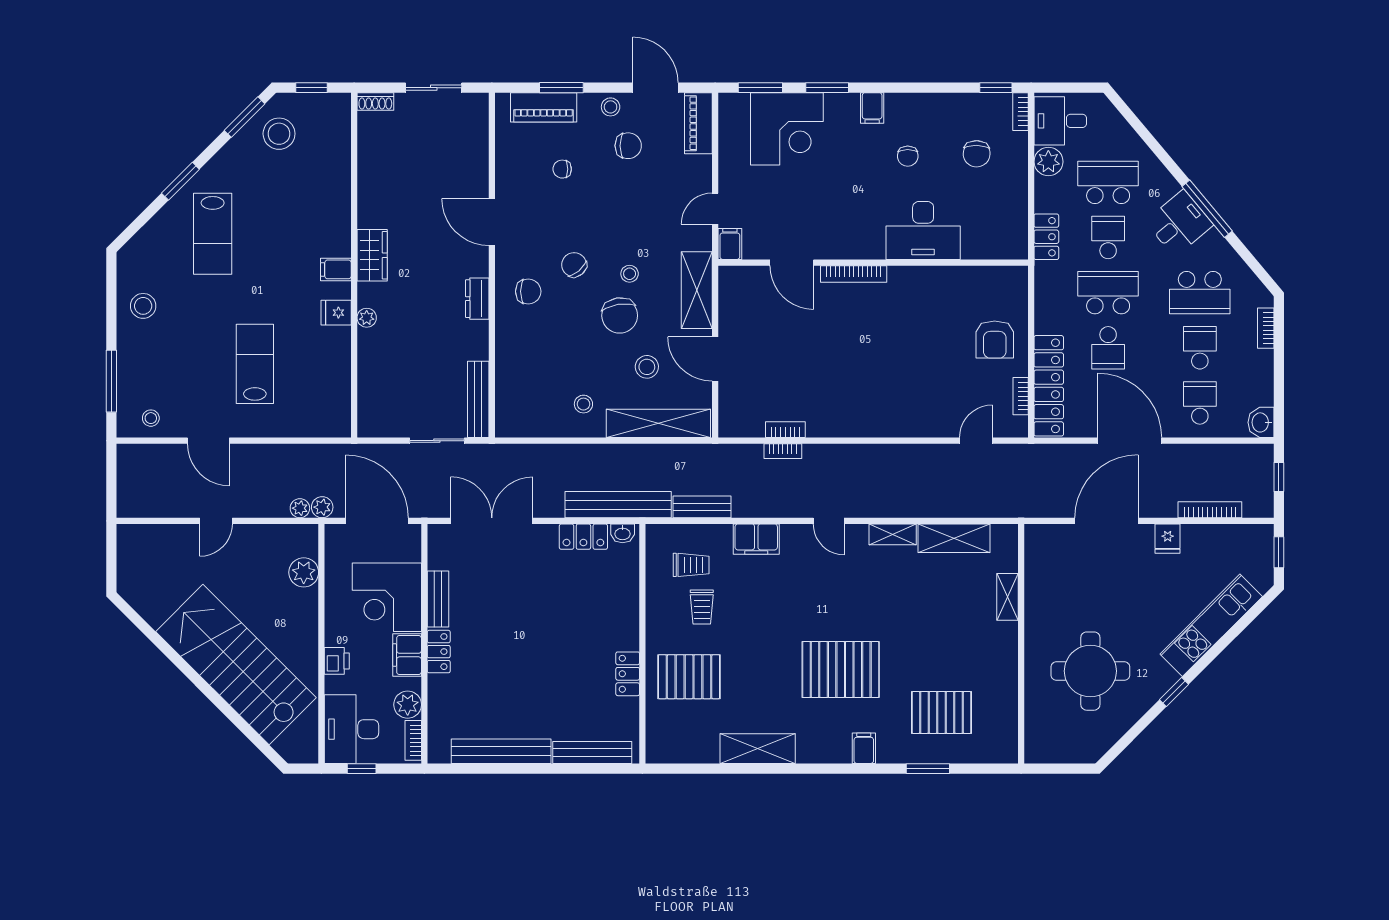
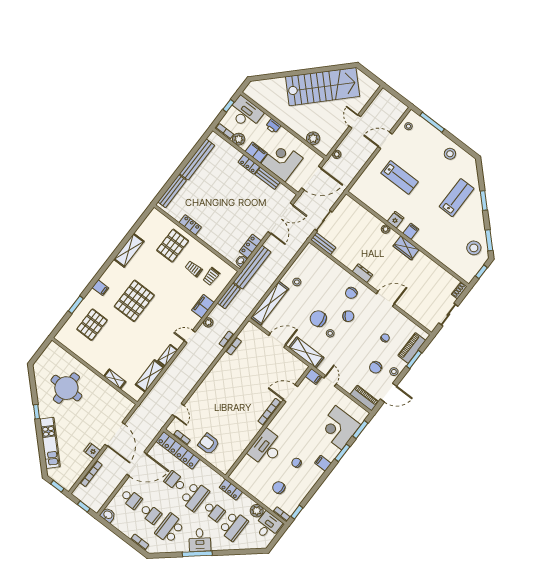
lab bench: (213, 234) -> (457, 198), turned 90
stool: (647, 367) -> (293, 314), removed
bench: (478, 399) -> (323, 244), width x0.73
plant: (322, 507) -> (208, 322), moved
stairs: (236, 665) -> (323, 87), moved

